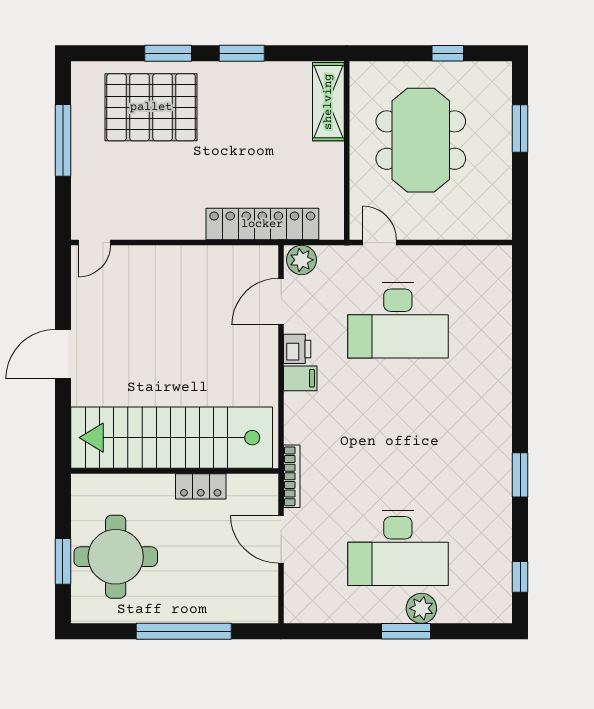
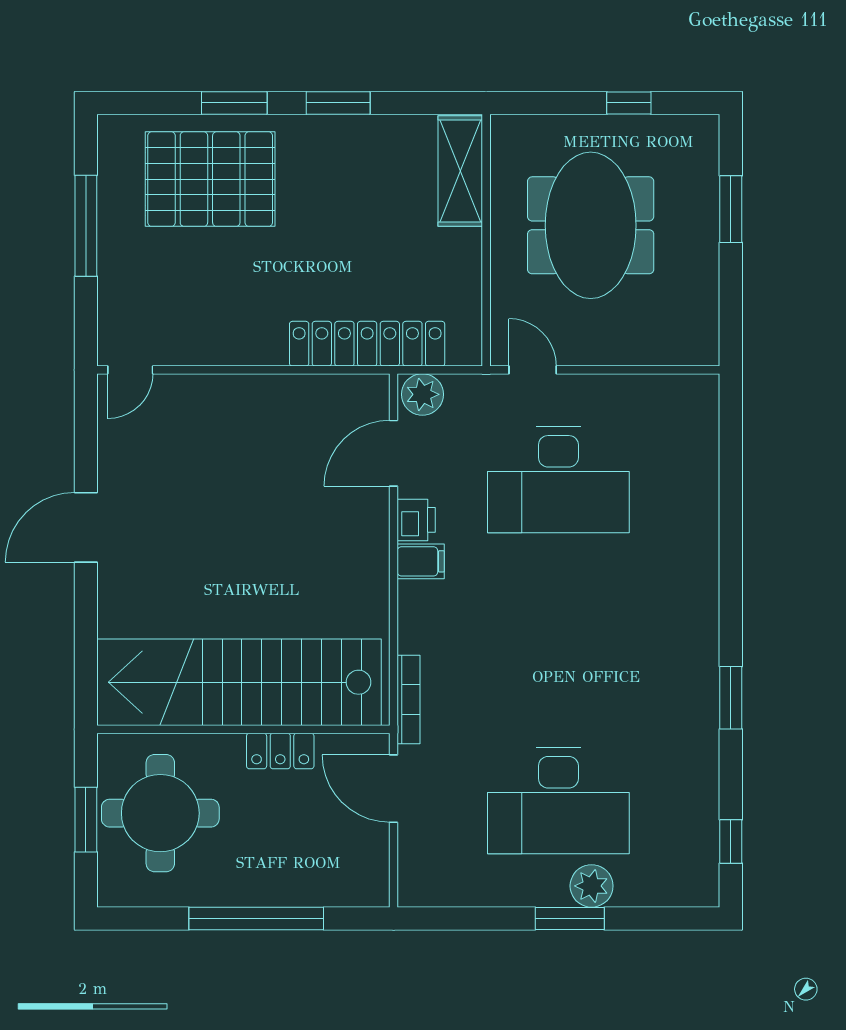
stairs: (172, 438) -> (239, 682), moved
wall: (175, 471) -> (243, 729), moved
locker: (201, 486) -> (280, 751), moved

